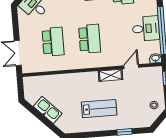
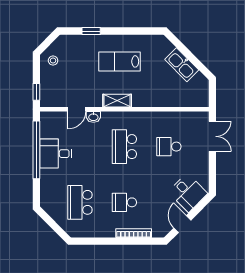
school desk: (53, 42) -> (169, 147), width x0.54
washbasin: (155, 58) -> (93, 117), moved
shelving: (110, 75) -> (117, 101), moved

